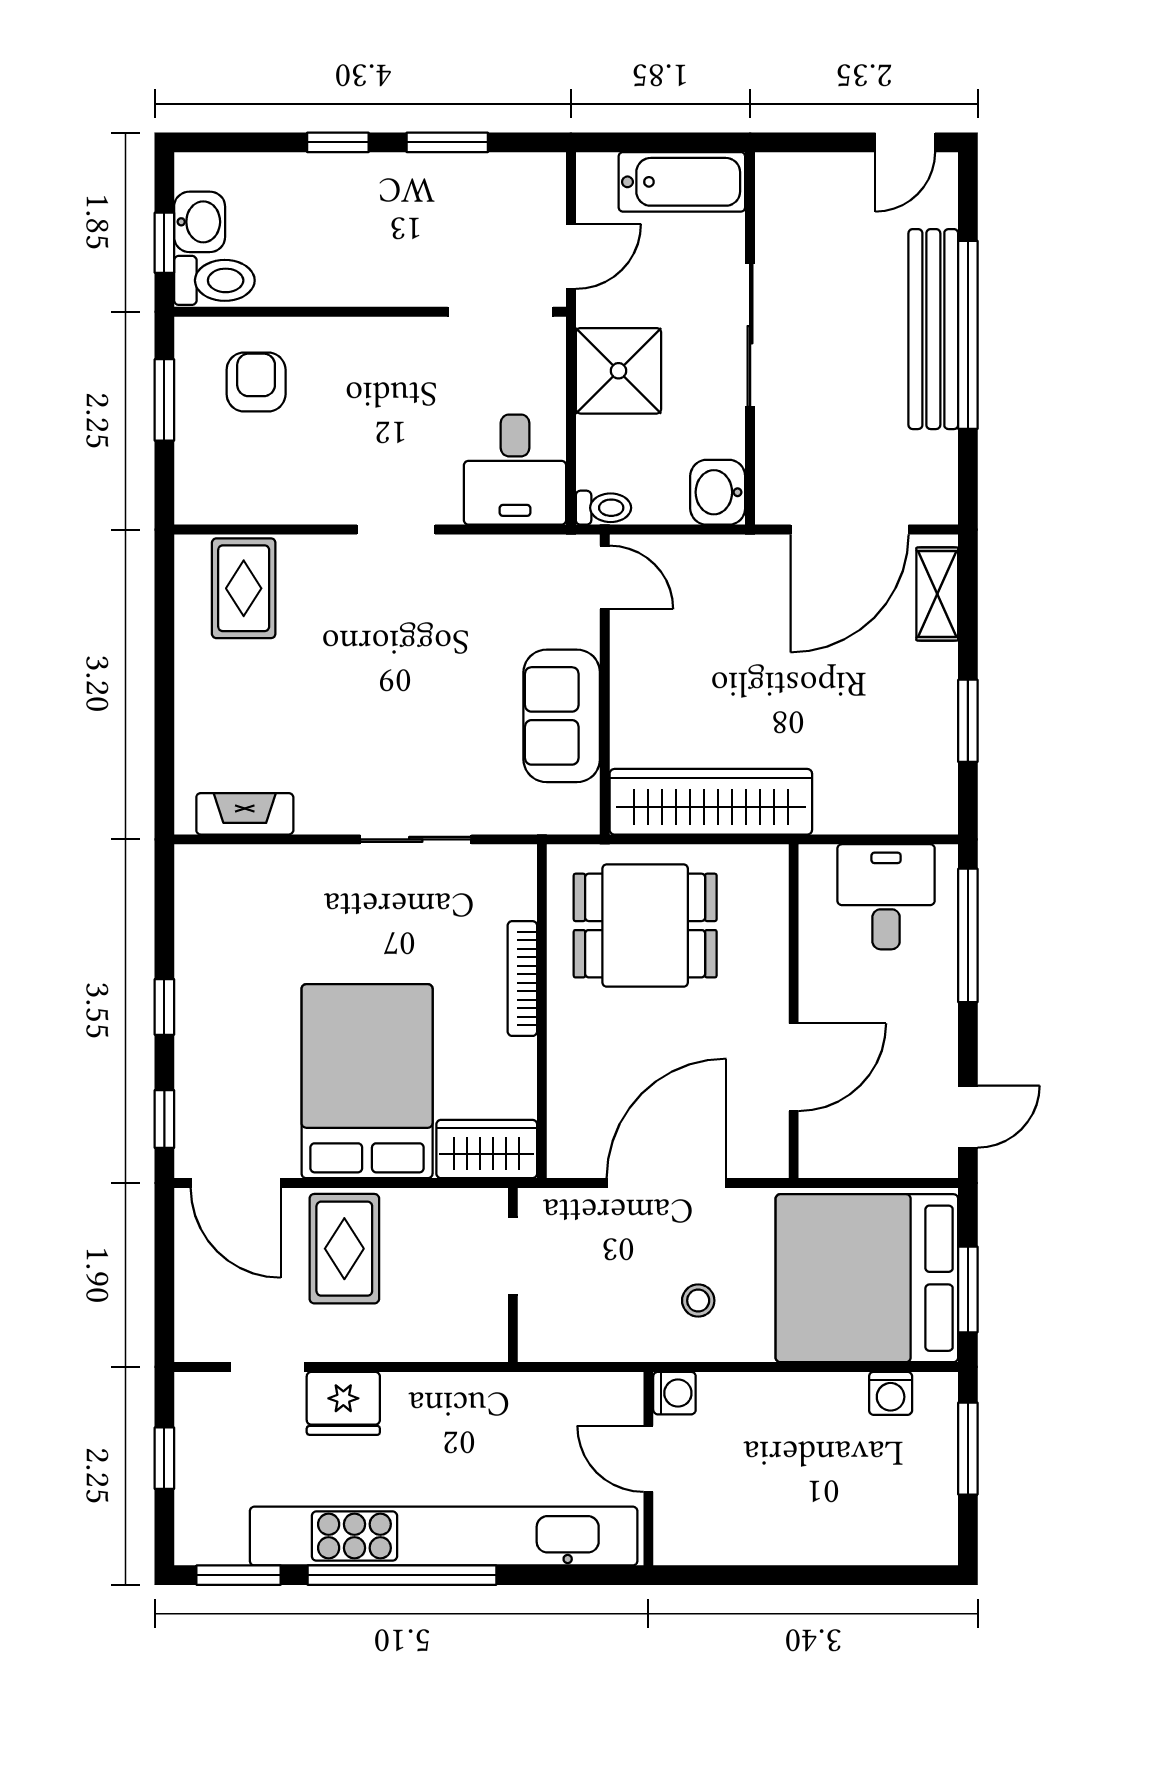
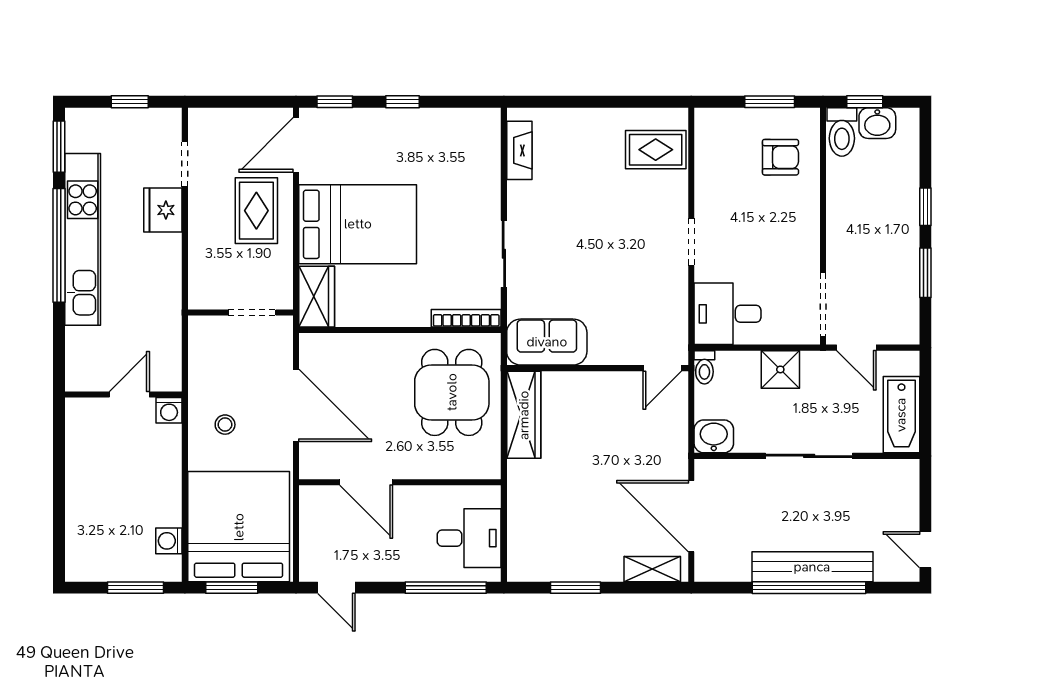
shower: (619, 371) -> (780, 369), width x0.73, depth x0.73
sofa: (562, 716) -> (547, 342), moved
wardrobe: (711, 802) -> (524, 415), width x0.71, depth x0.85
bookcase: (522, 979) -> (466, 318), moved
rug: (344, 1249) -> (256, 211), turned 90
kitchen unit: (444, 1536) -> (83, 239), width x0.73

